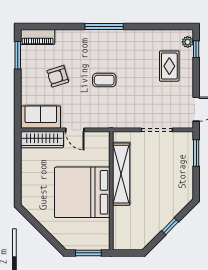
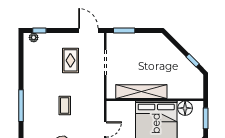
rug: (169, 66) -> (70, 60), moved, turned 90
window: (170, 226) -> (193, 60), moved
floor lamp: (101, 228) -> (185, 108), added

